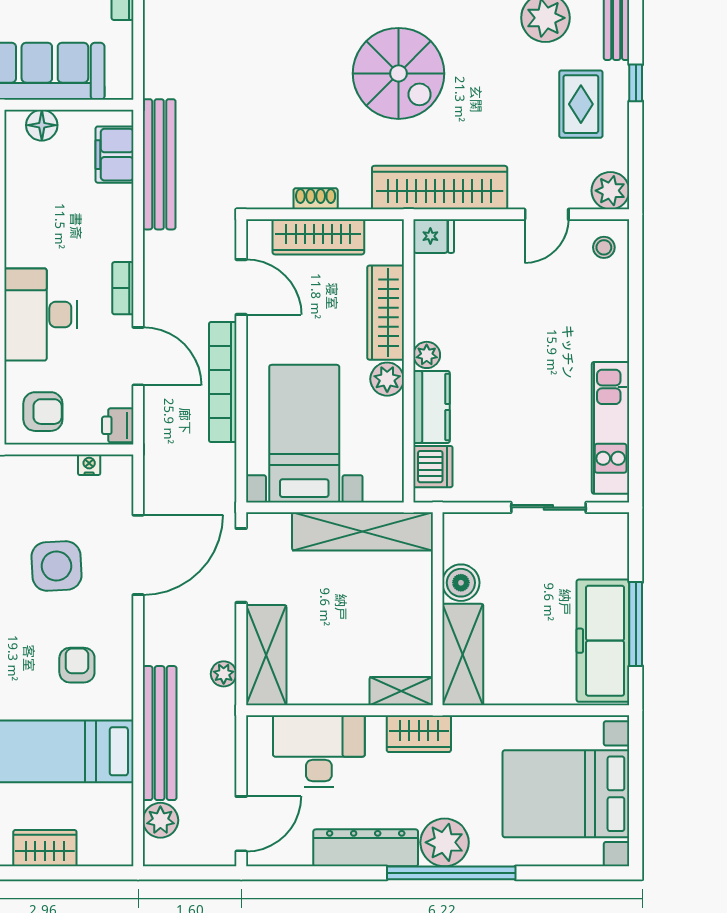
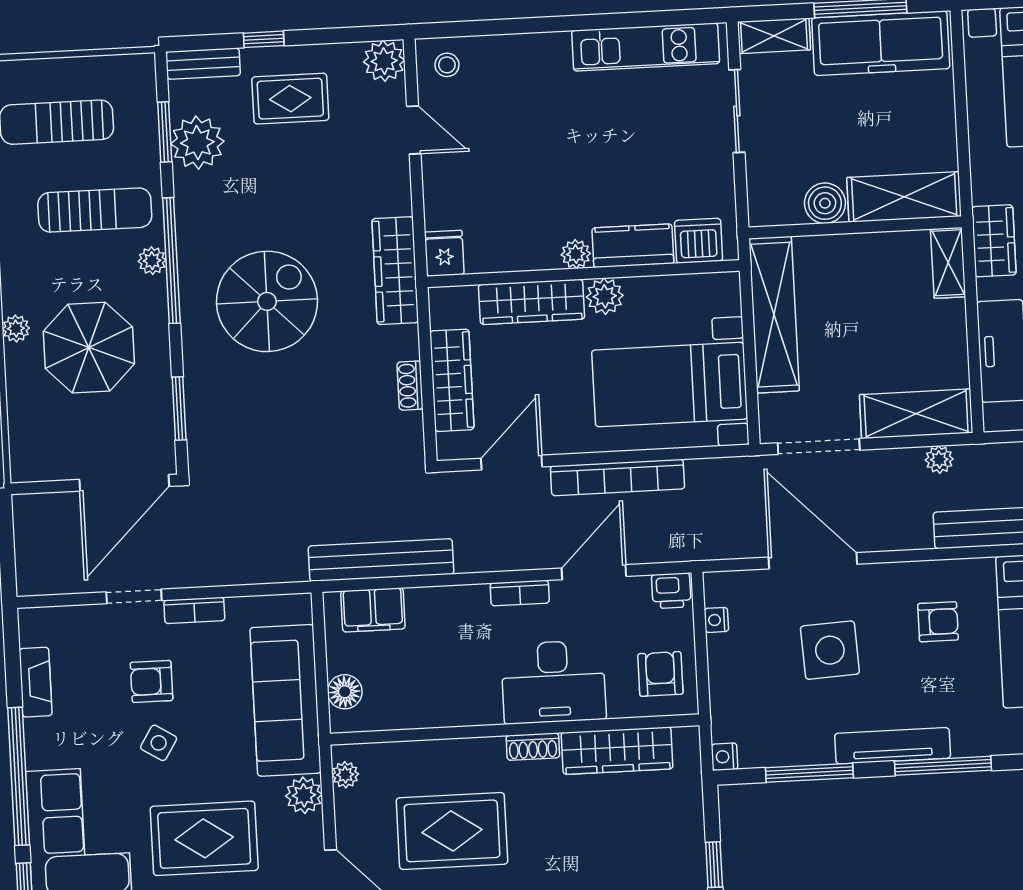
wardrobe: (440, 188) -> (395, 271), width x0.71, depth x0.85
shelving: (615, 545) -> (774, 36), added
armchair: (77, 665) -> (938, 622), turned 180

